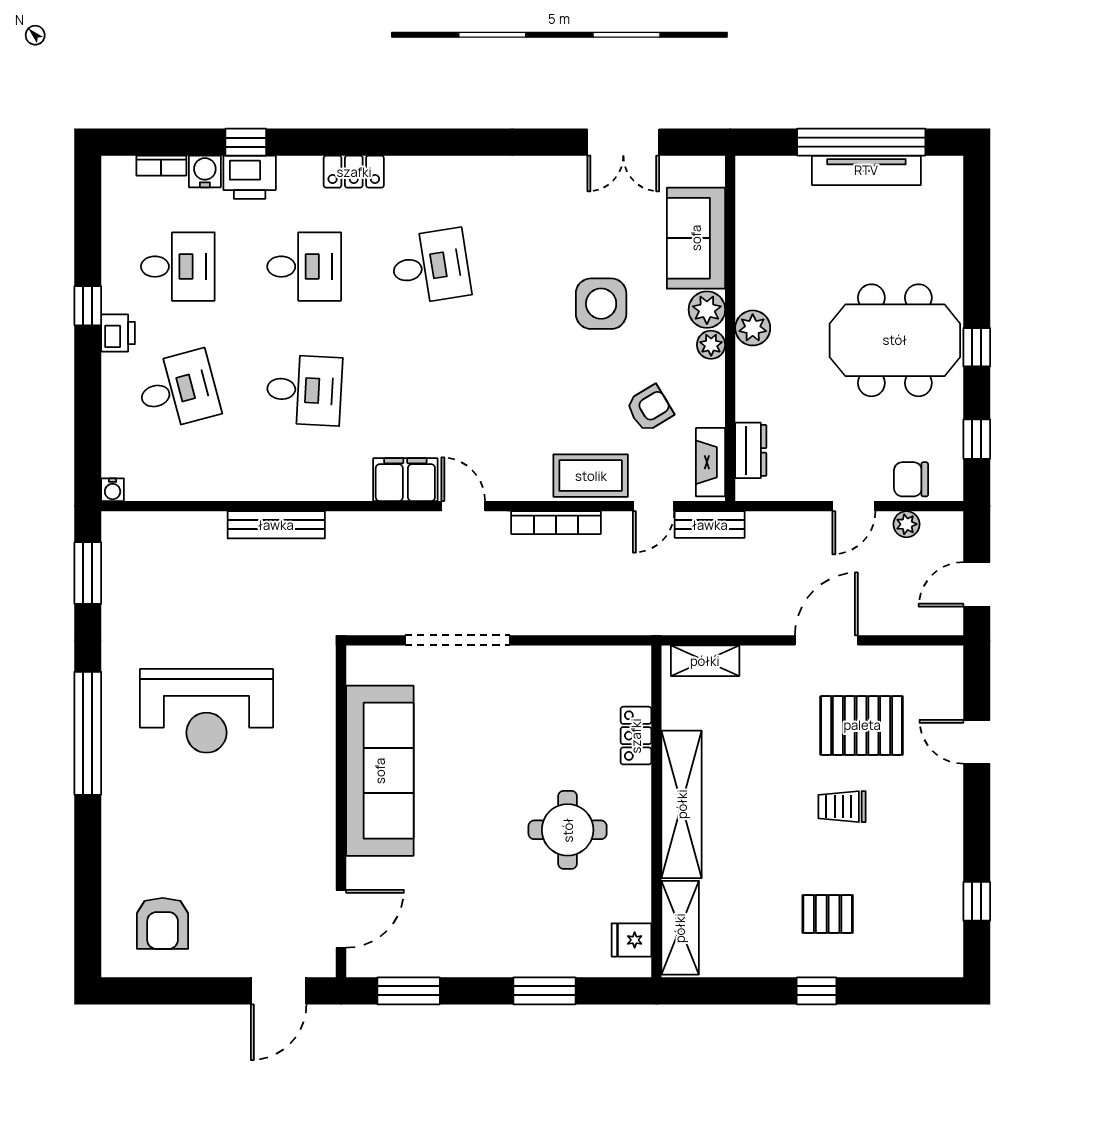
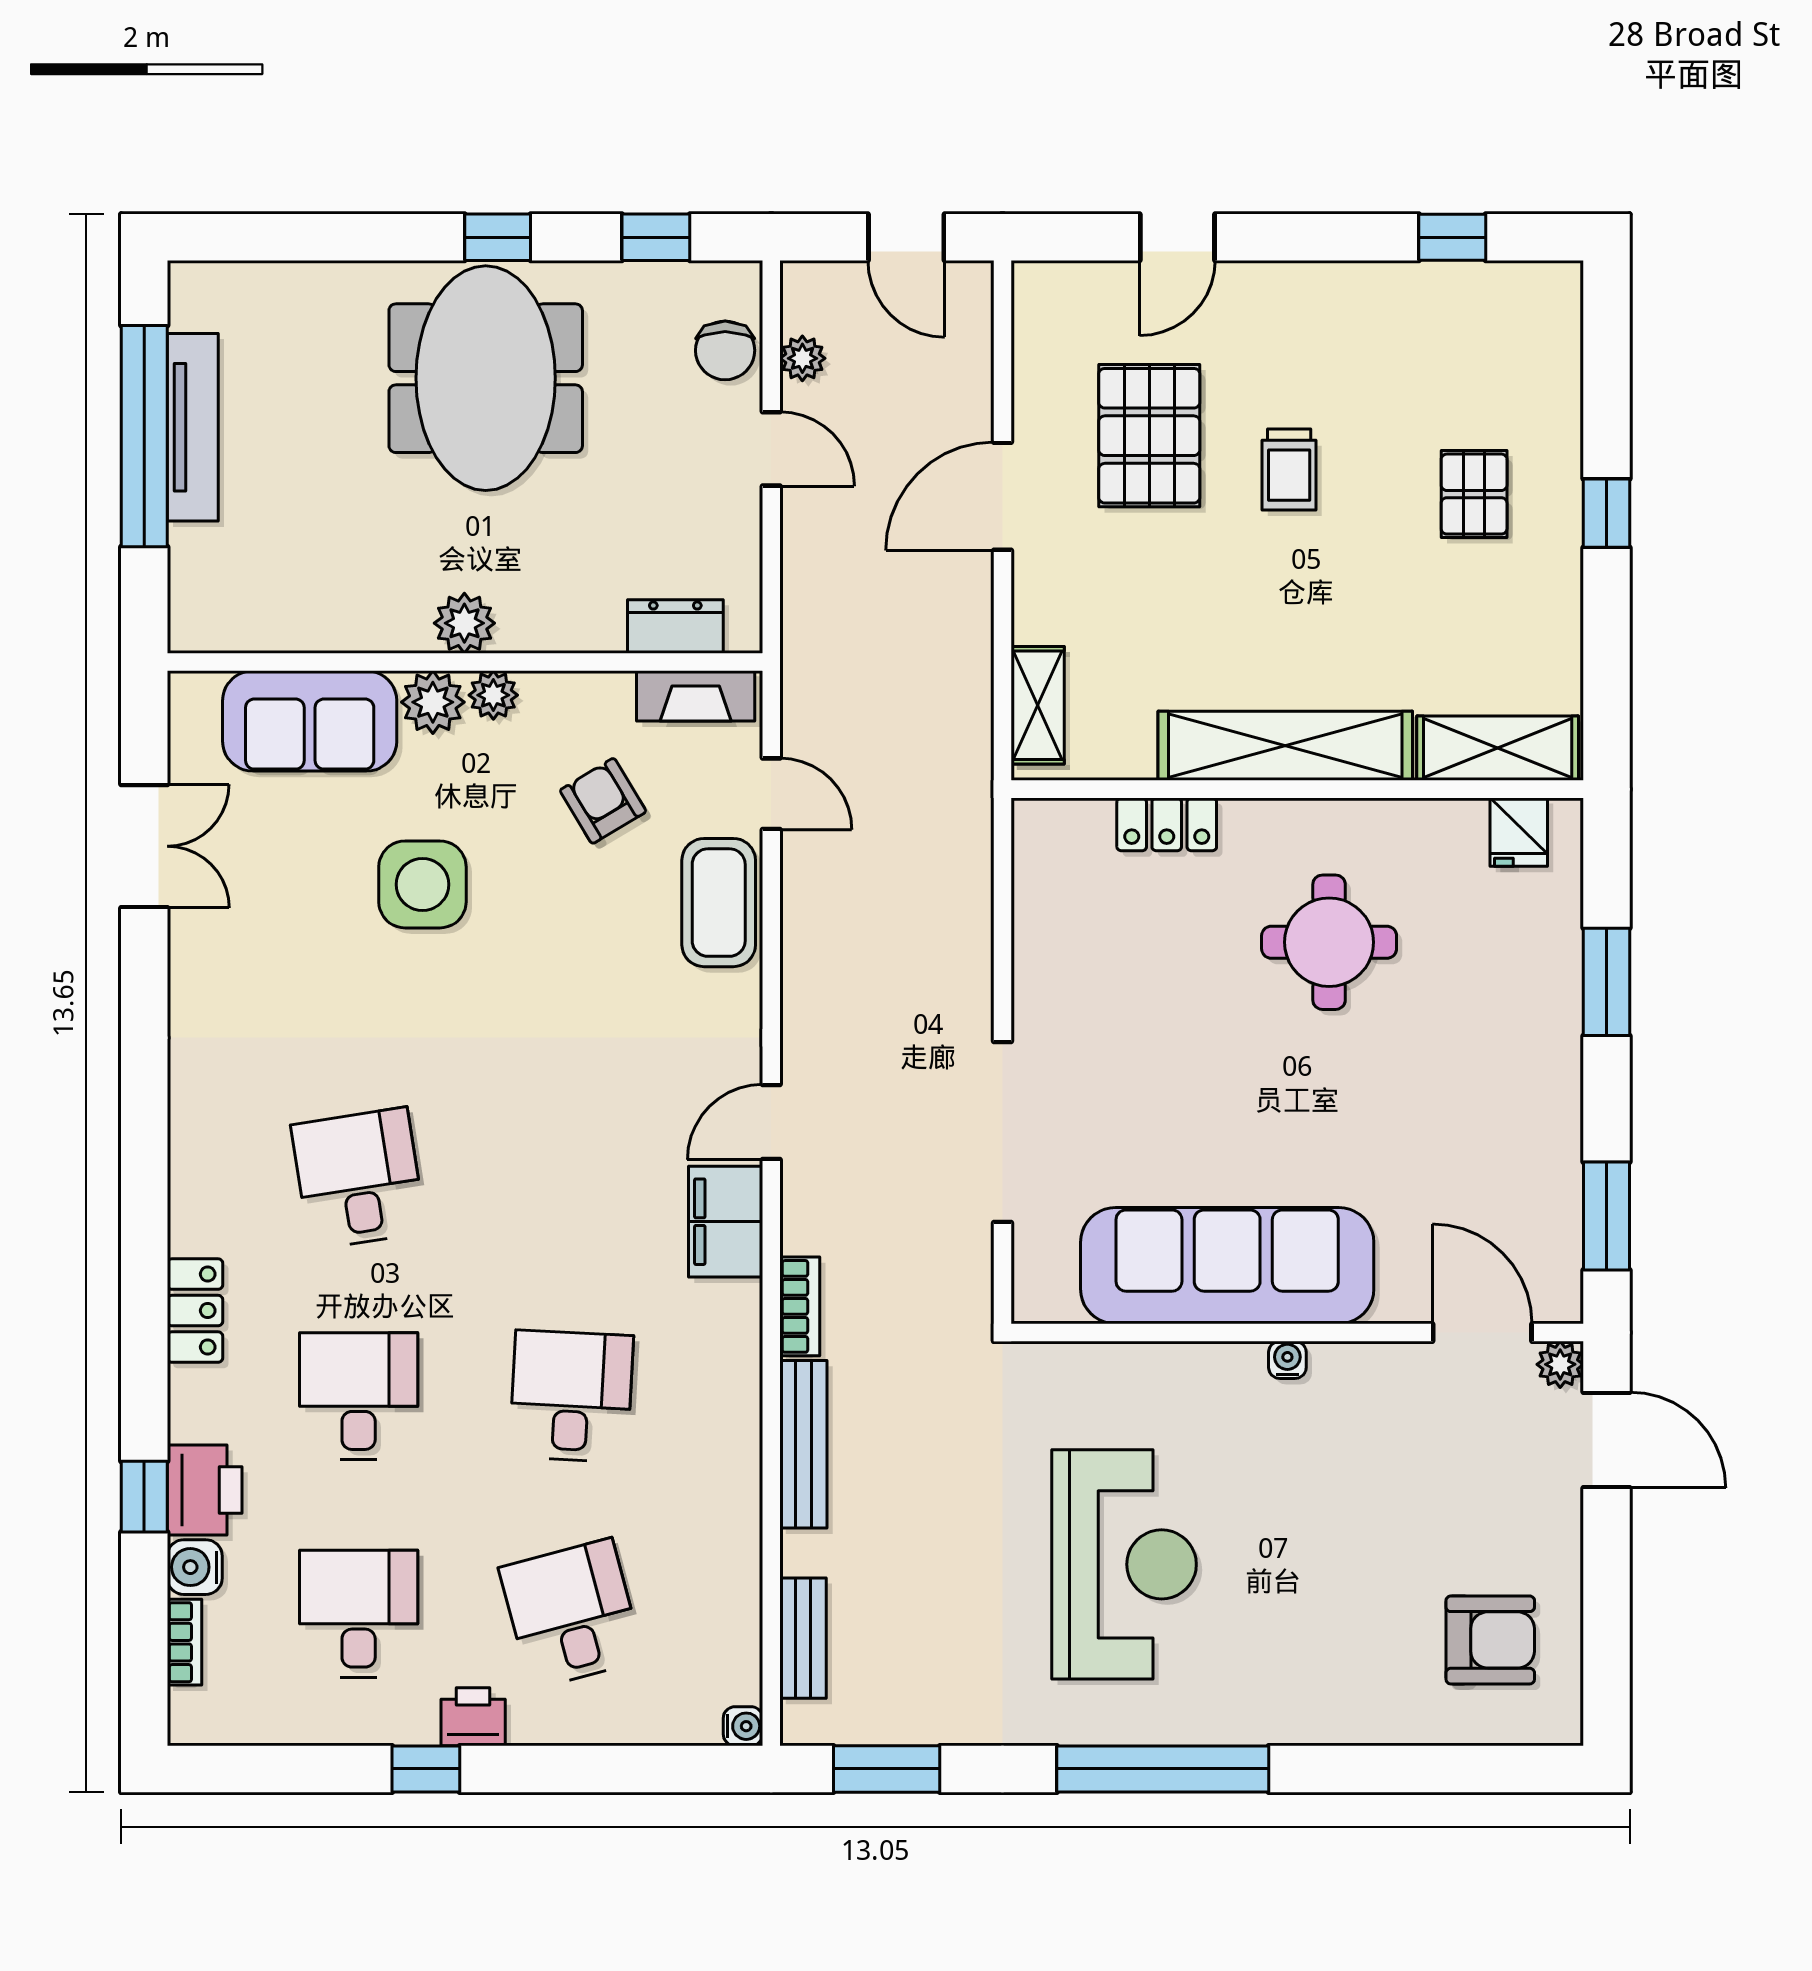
bookcase: (556, 523) -> (800, 1306), moved, width x0.64
bench: (710, 525) -> (803, 1638), moved
door: (826, 640) -> (1003, 496), hinge flipped
water cooler: (325, 806) -> (1287, 1360), added
plant: (322, 964) -> (1560, 1364), added

